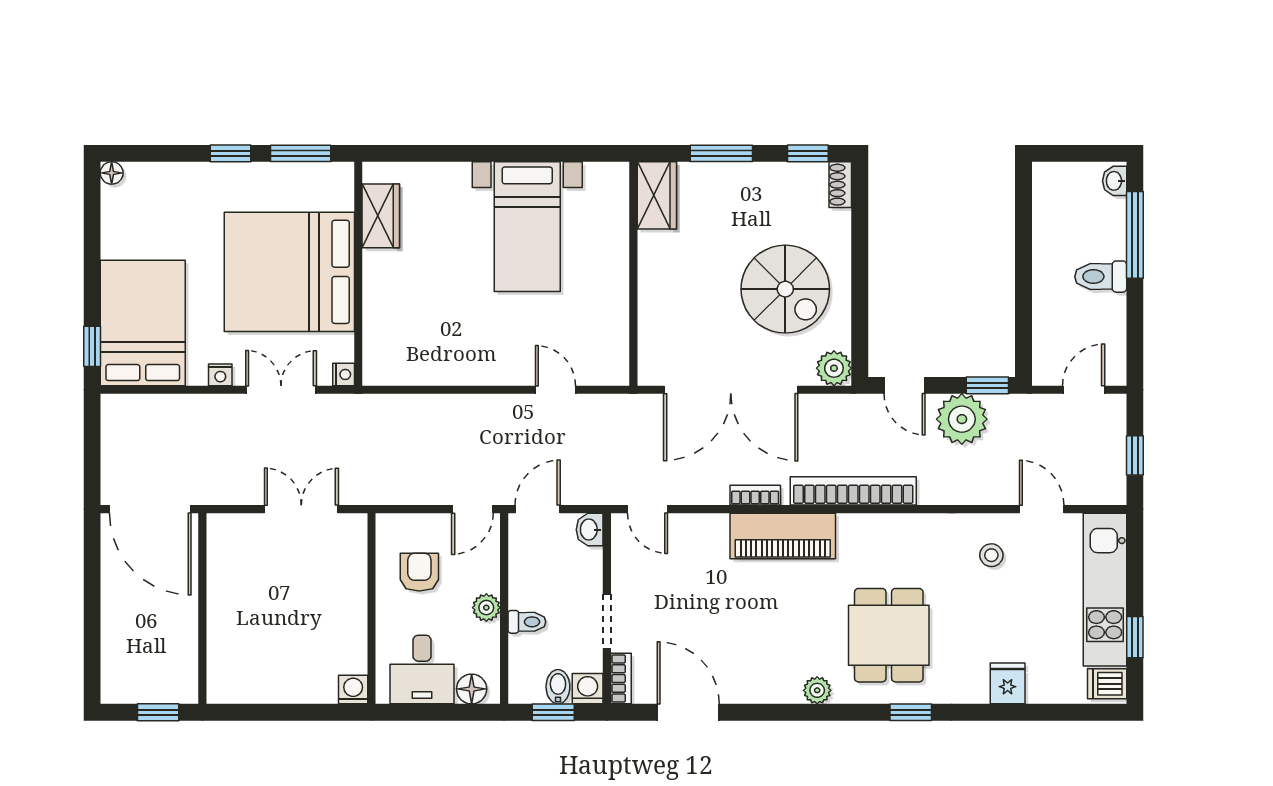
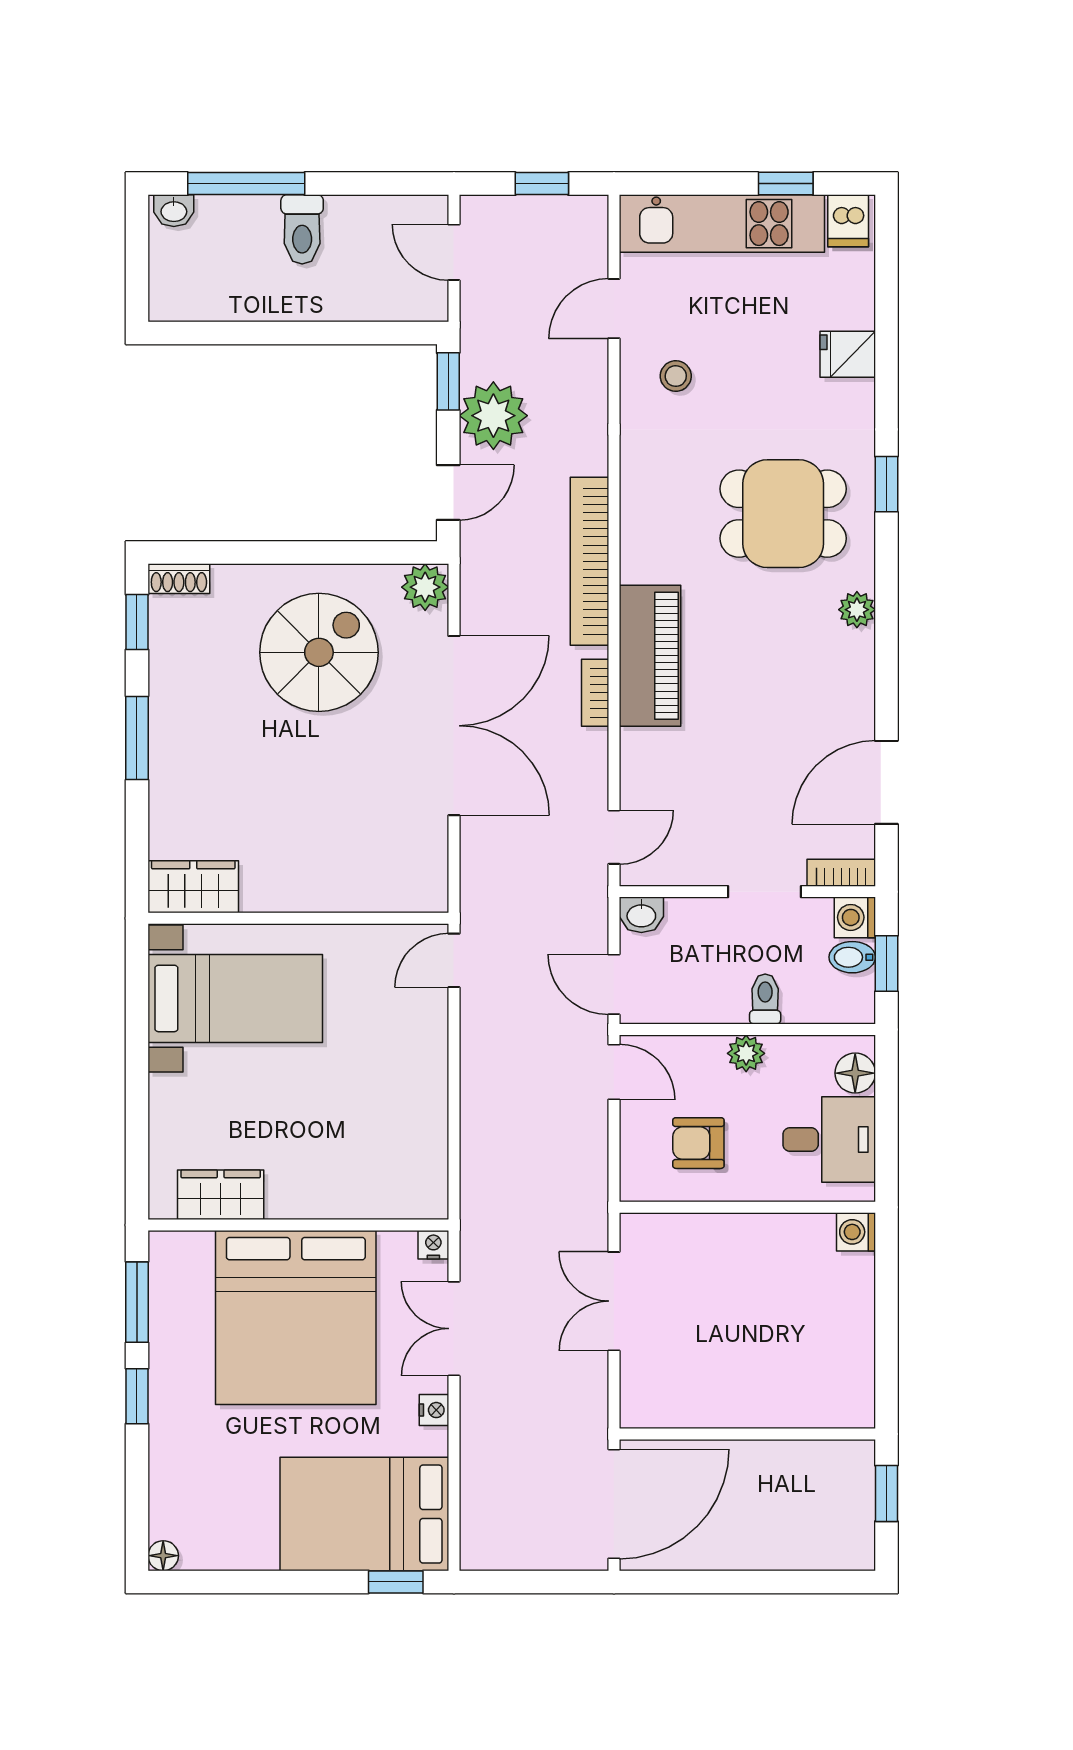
wardrobe: (657, 195) -> (193, 887), moved
wall: (633, 274) -> (298, 918), moved

